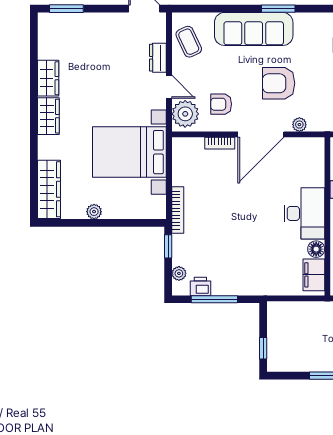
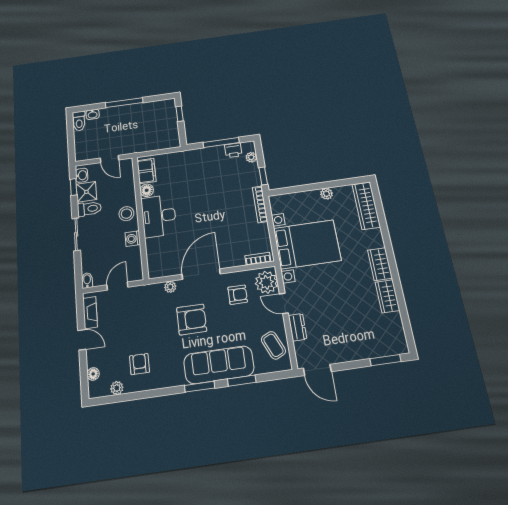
window: (230, 9) -> (242, 381), added
bookcase: (220, 143) -> (258, 259), moved

